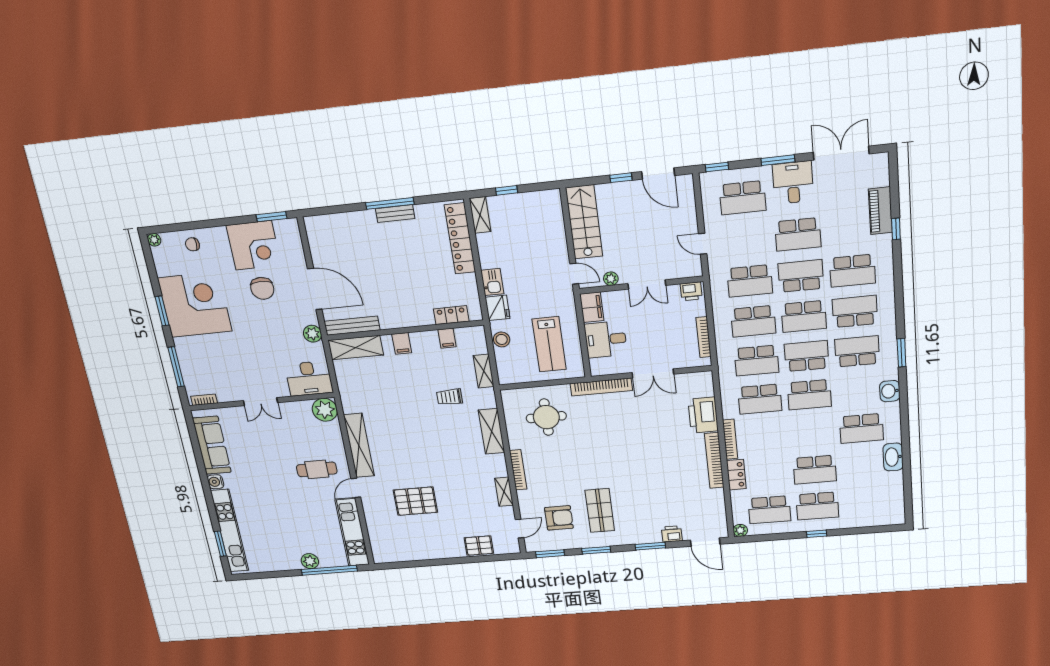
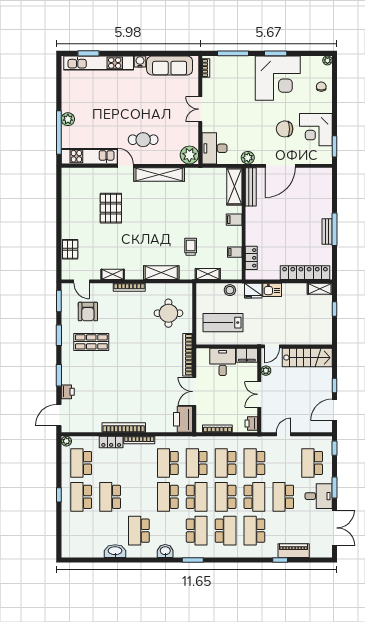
printer: (703, 415) -> (183, 419), moved, turned -90
cafe table: (317, 469) -> (143, 140), turned 90

